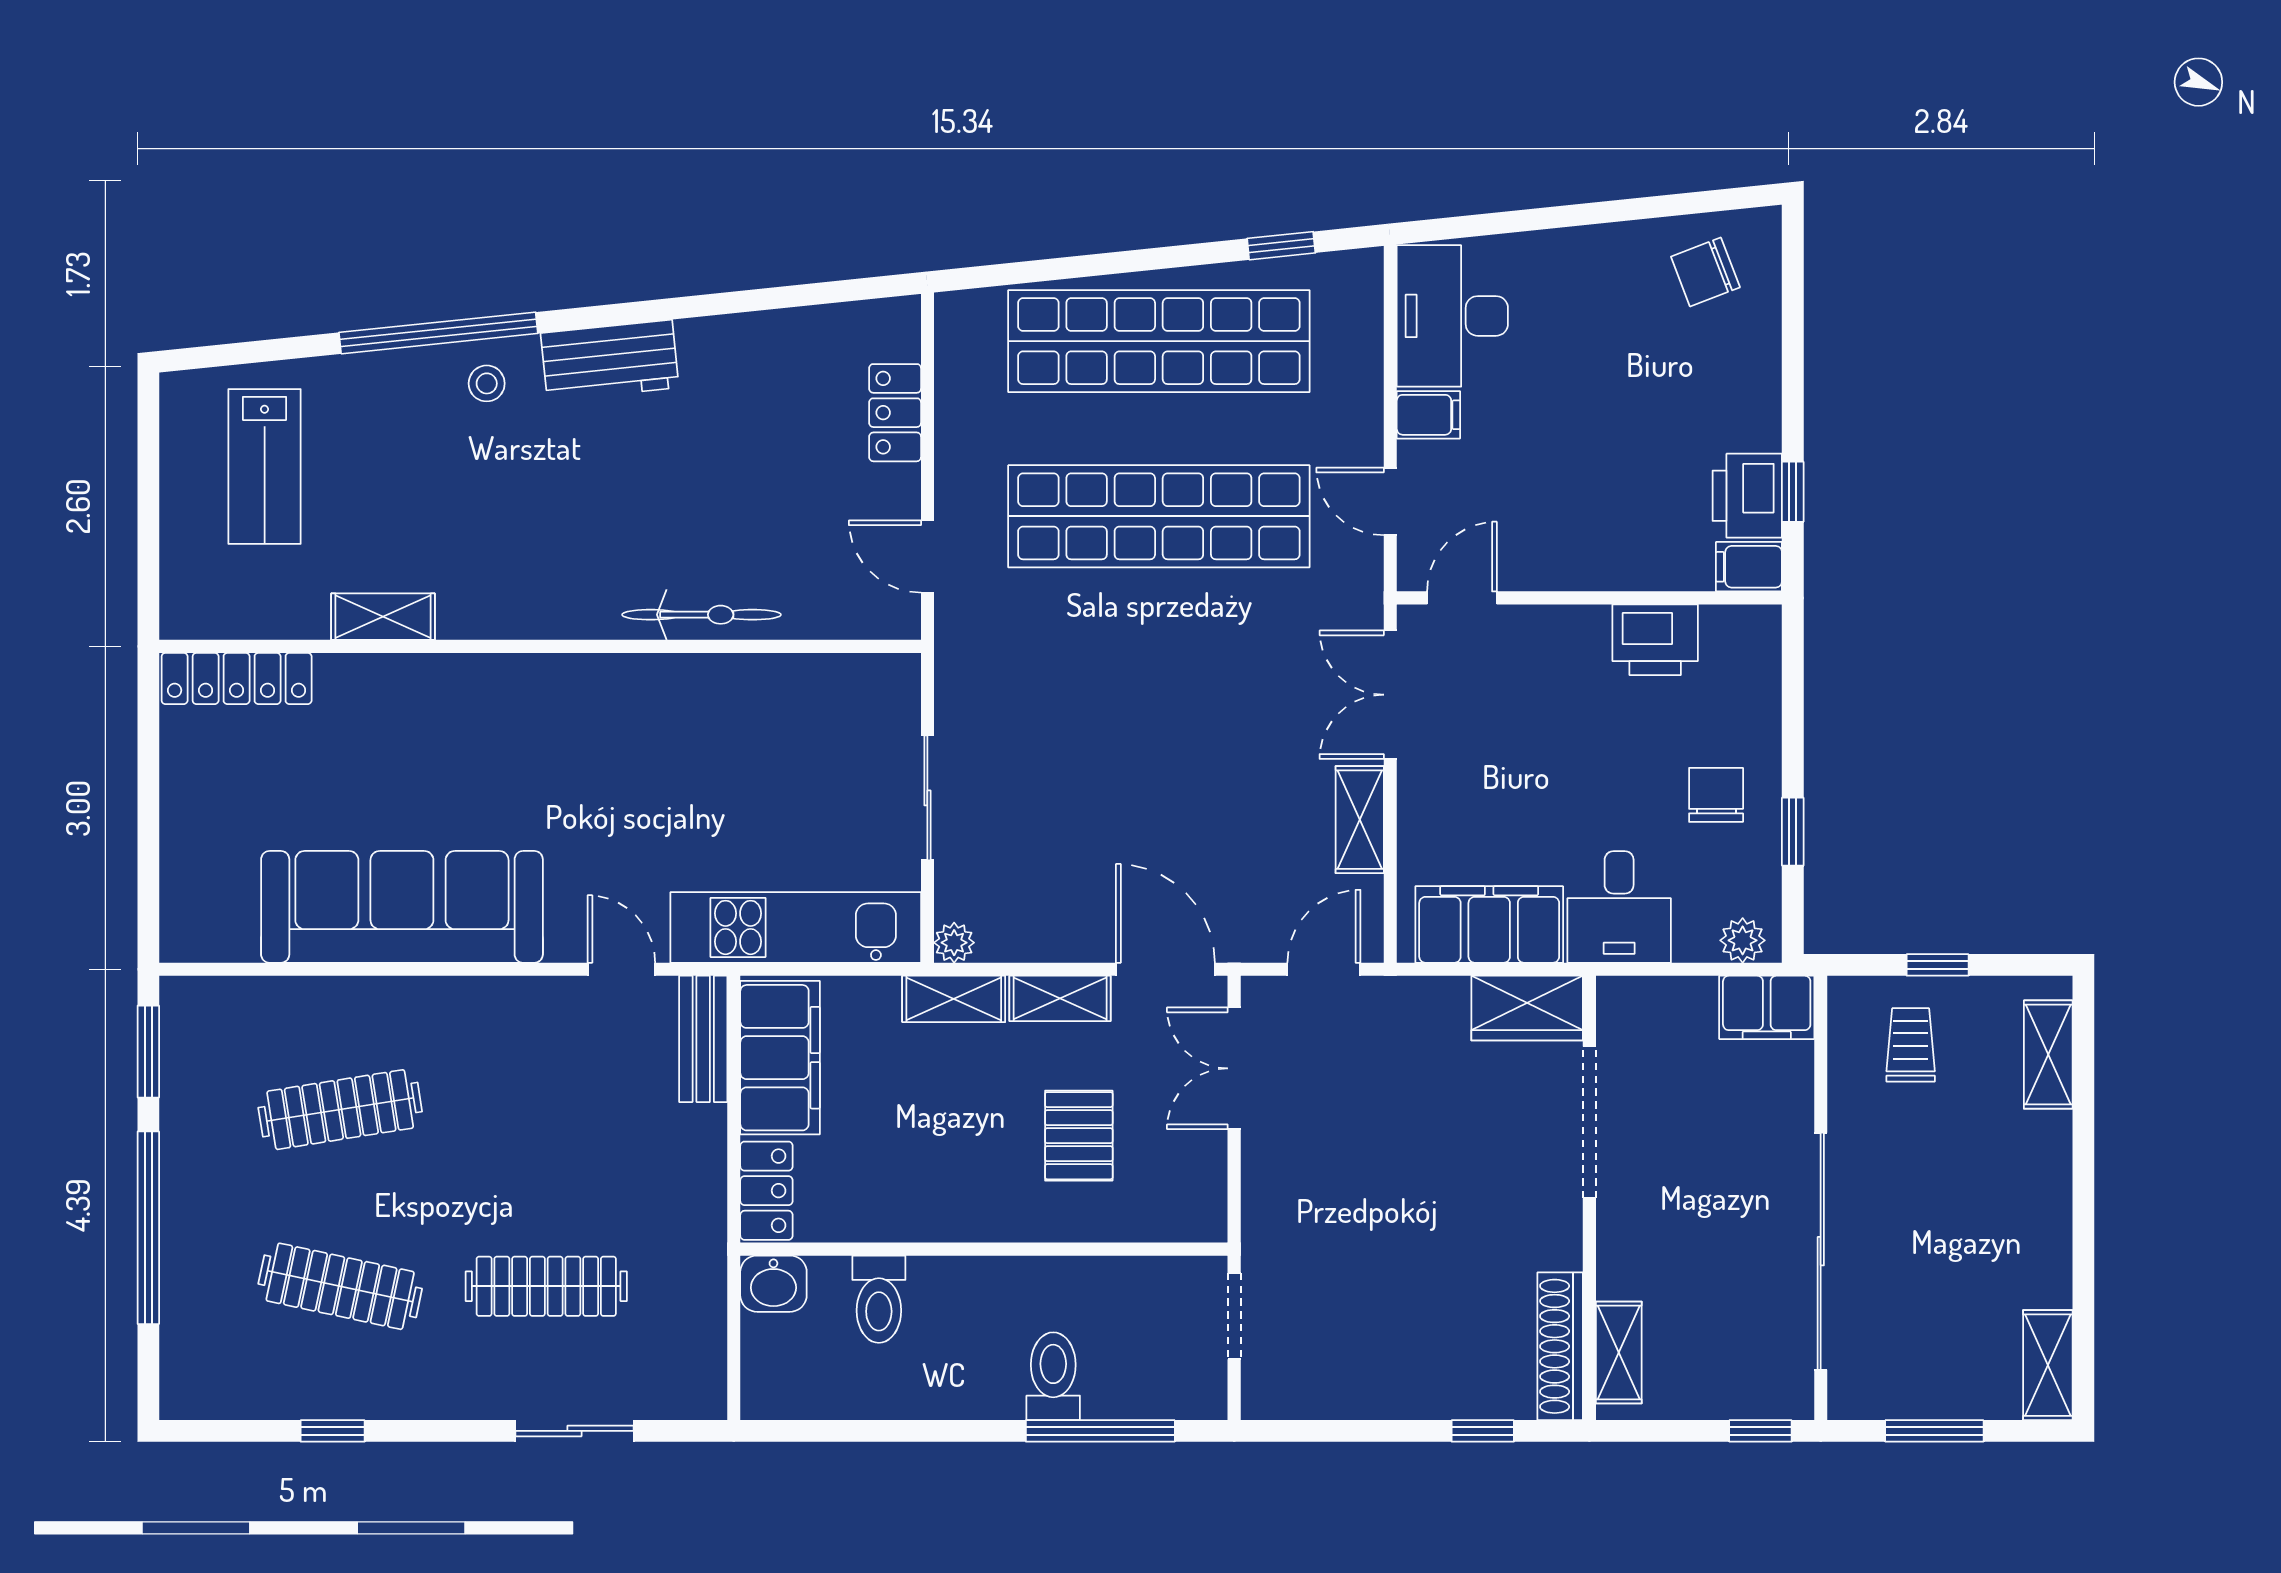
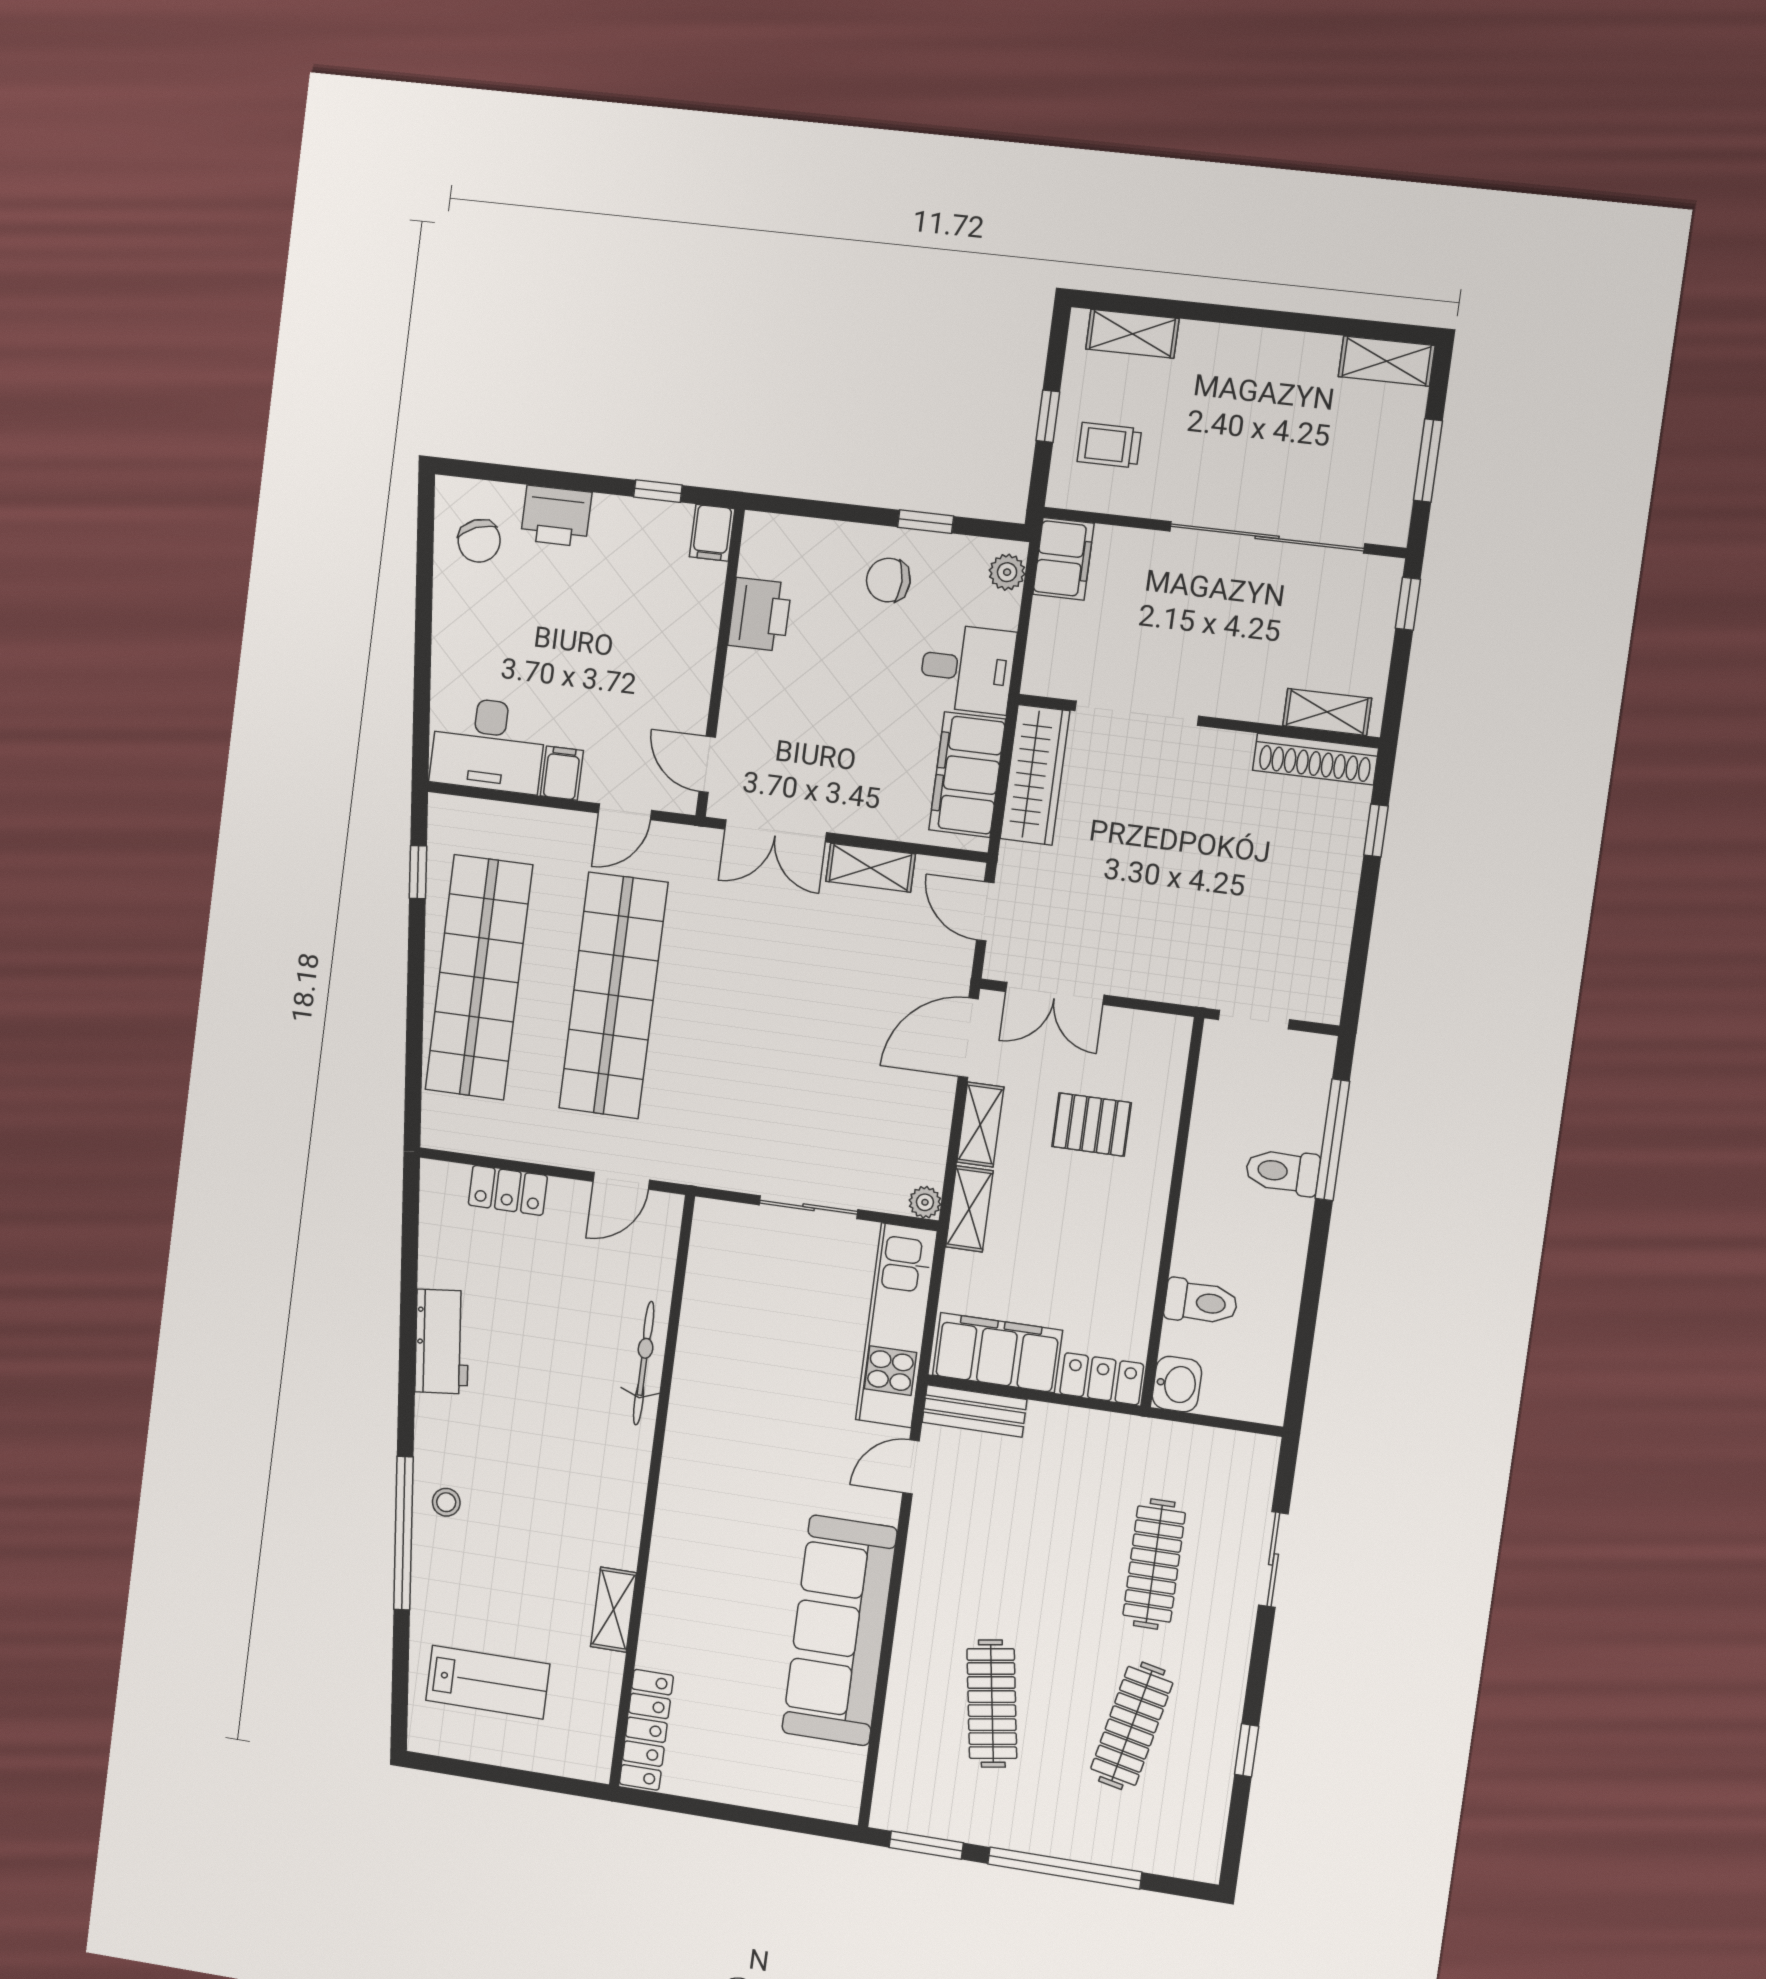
workbench: (610, 360) -> (442, 1342), moved
printer: (1747, 496) -> (556, 516), moved
wardrobe: (1527, 1008) -> (1035, 775), width x1.50

